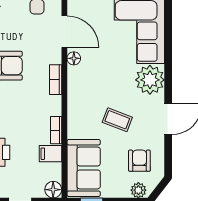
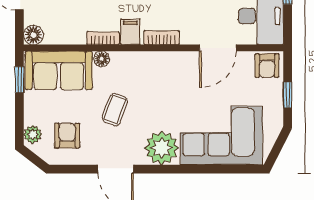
floor lamp: (74, 58) -> (102, 59), moved
filing cabinet: (50, 154) -> (130, 32), moved
armchair: (139, 161) -> (67, 136), turned -90

